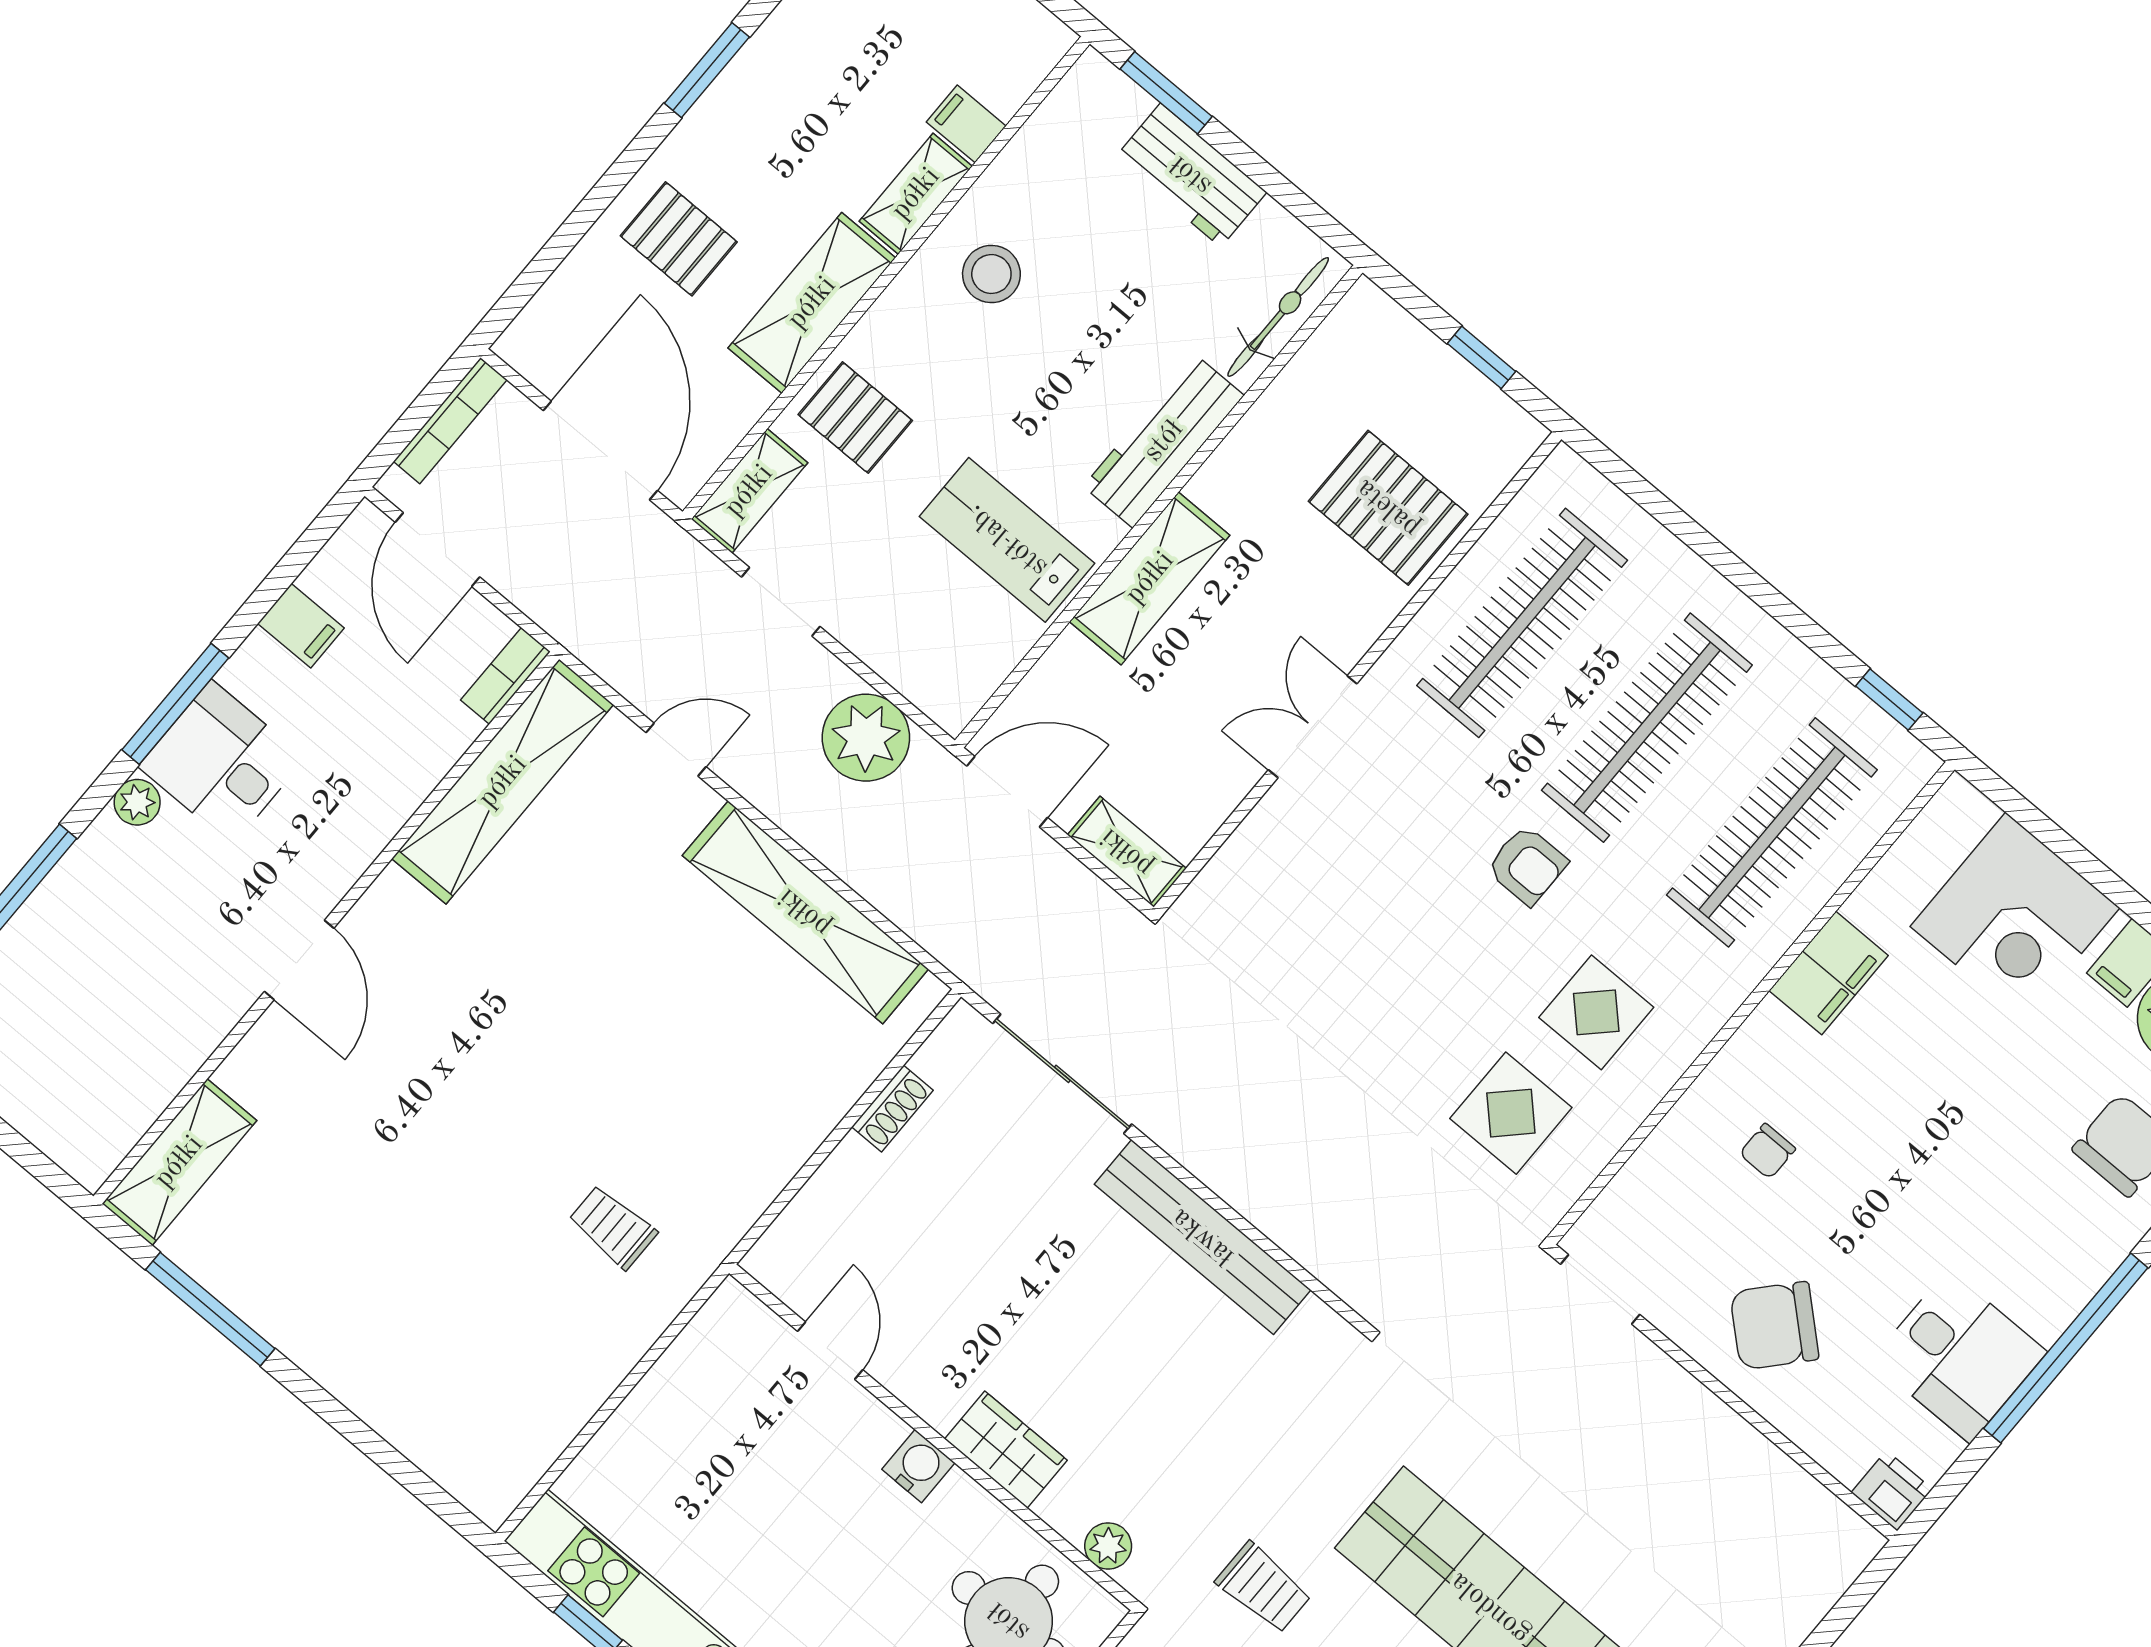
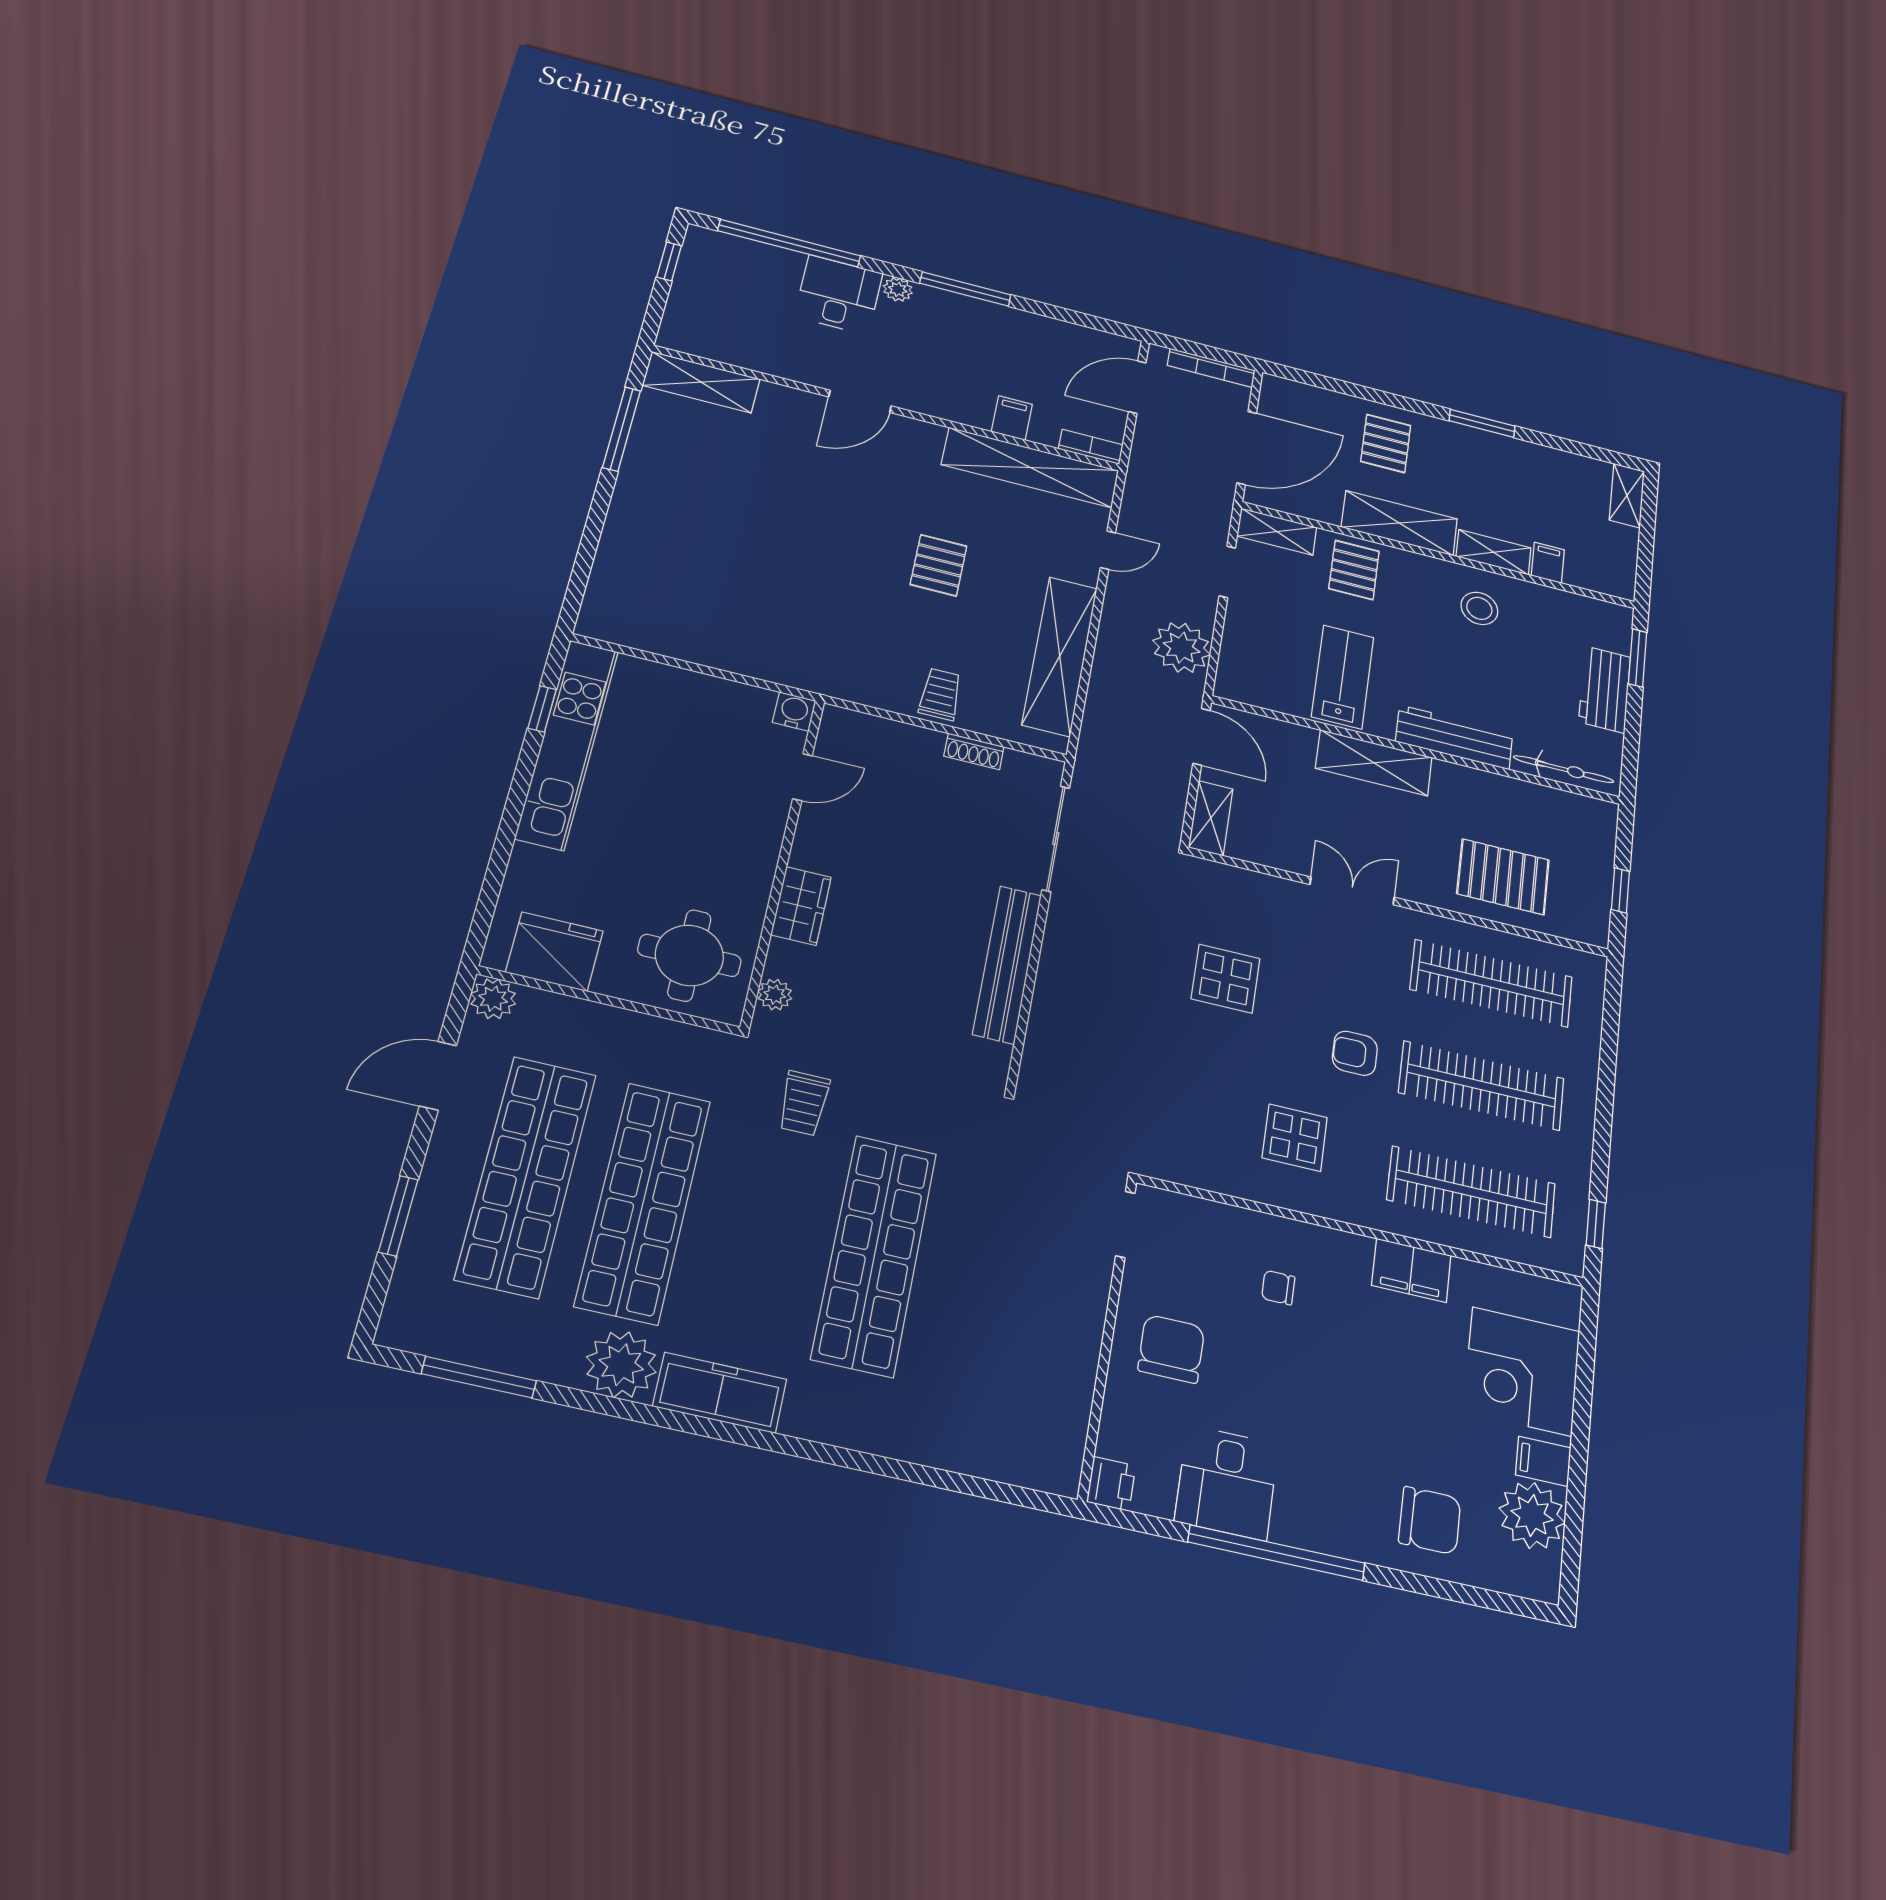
pallet: (1388, 508) -> (1503, 877), turned 90
filing cabinet: (301, 626) -> (1012, 418), moved, turned 180
door: (676, 750) -> (1108, 550), hinge flipped
desk: (222, 762) -> (839, 295), moved
armchair: (1527, 865) -> (1355, 1053), turned 90
pallet: (600, 997) -> (939, 565), added
display table: (1511, 1113) -> (1226, 979), moved
trolley: (613, 1227) -> (940, 694), moved
chair: (1774, 1326) -> (1171, 1349), turned 48
water cooler: (918, 1466) -> (794, 711), moved, turned -90

